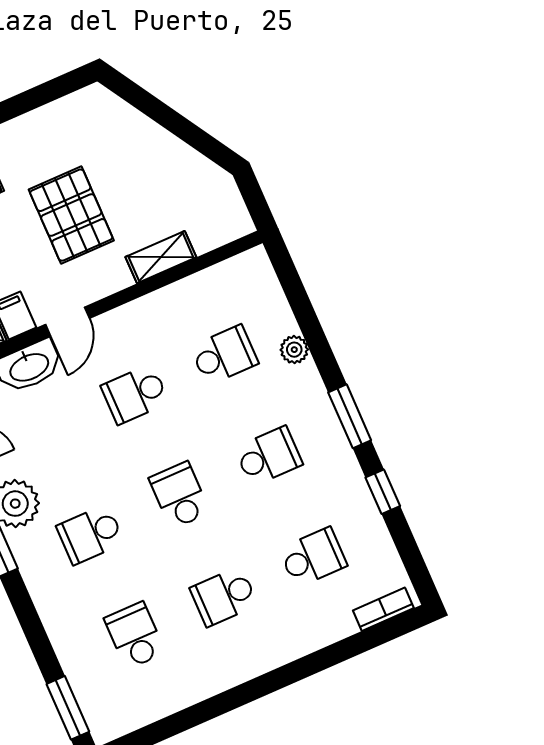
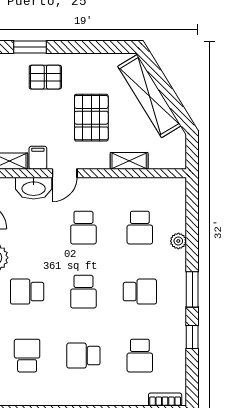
shelving: (148, 141) -> (149, 96), added
school desk: (224, 355) -> (140, 228), turned 90
school desk: (135, 394) -> (83, 228), turned -90
school desk: (179, 495) -> (83, 292), turned 180
school desk: (313, 557) -> (140, 356), turned 90

